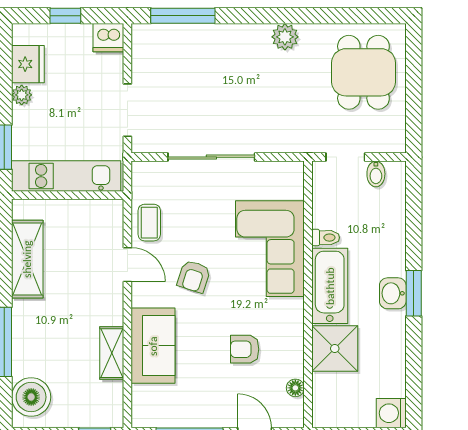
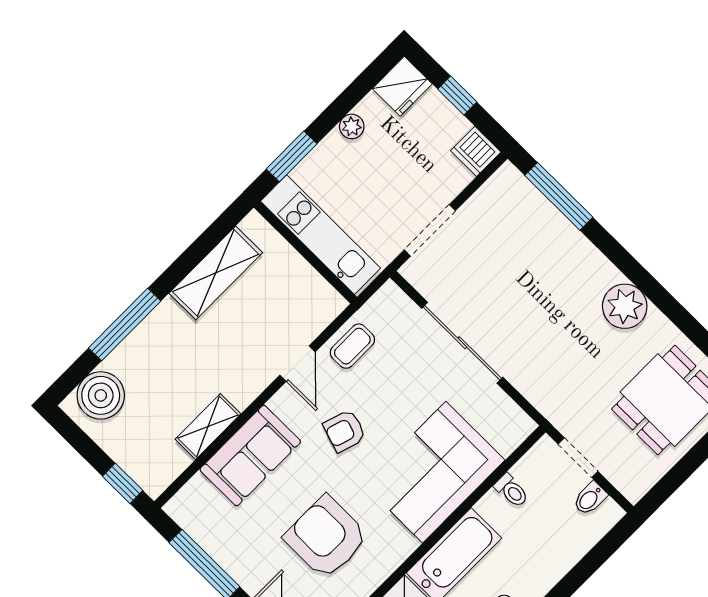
plant: (285, 37) -> (625, 306), width x1.36, depth x1.36
fridge: (28, 64) -> (402, 86), moved
toilet: (326, 238) -> (511, 491), moved
armchair: (245, 349) -> (326, 537), width x1.88, depth x1.88

